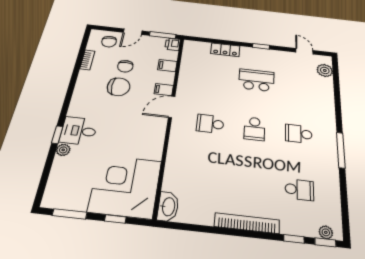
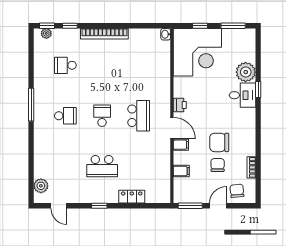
printer: (173, 44) -> (180, 105), moved
door: (172, 107) -> (172, 128), hinge flipped
school desk: (210, 124) -> (139, 116), width x1.85
plant: (63, 150) -> (246, 72), width x1.87, depth x1.87
washbasin: (168, 207) -> (166, 34), width x0.52, depth x0.69

